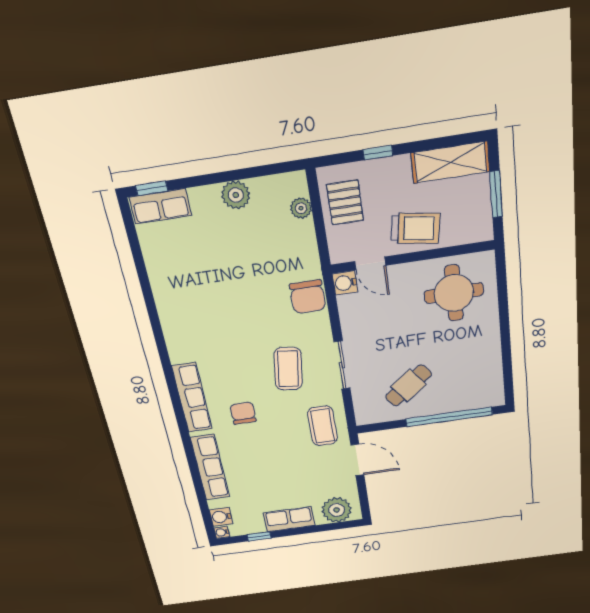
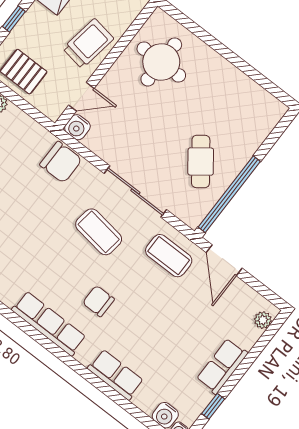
sliding door: (342, 365) -> (135, 192), width x1.37
window: (449, 417) -> (229, 194), moved
door: (357, 460) -> (224, 260), swing flipped
row of seats: (210, 467) -> (116, 375), width x0.68
plant: (337, 510) -> (263, 320), width x0.53, depth x0.53

